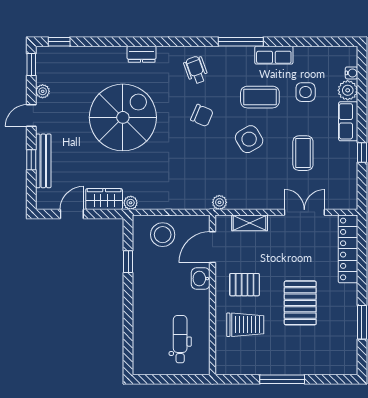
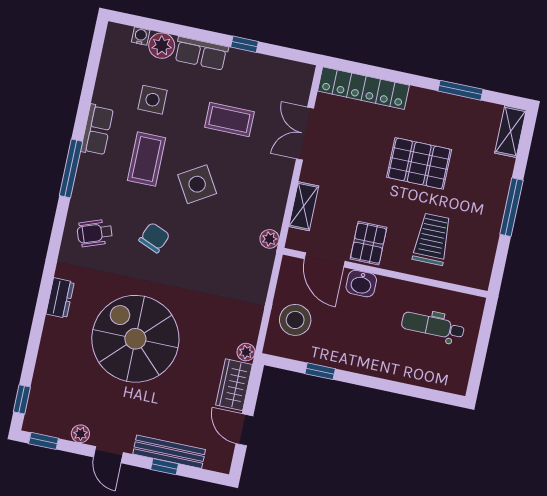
pallet: (245, 285) -> (369, 243), moved
shelving: (339, 366) -> (510, 132), added

